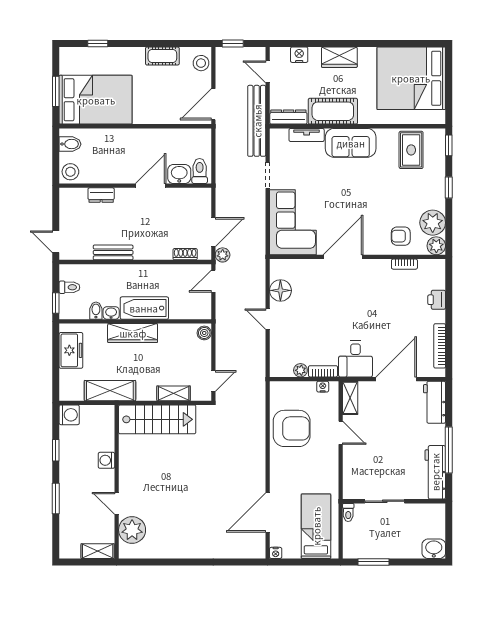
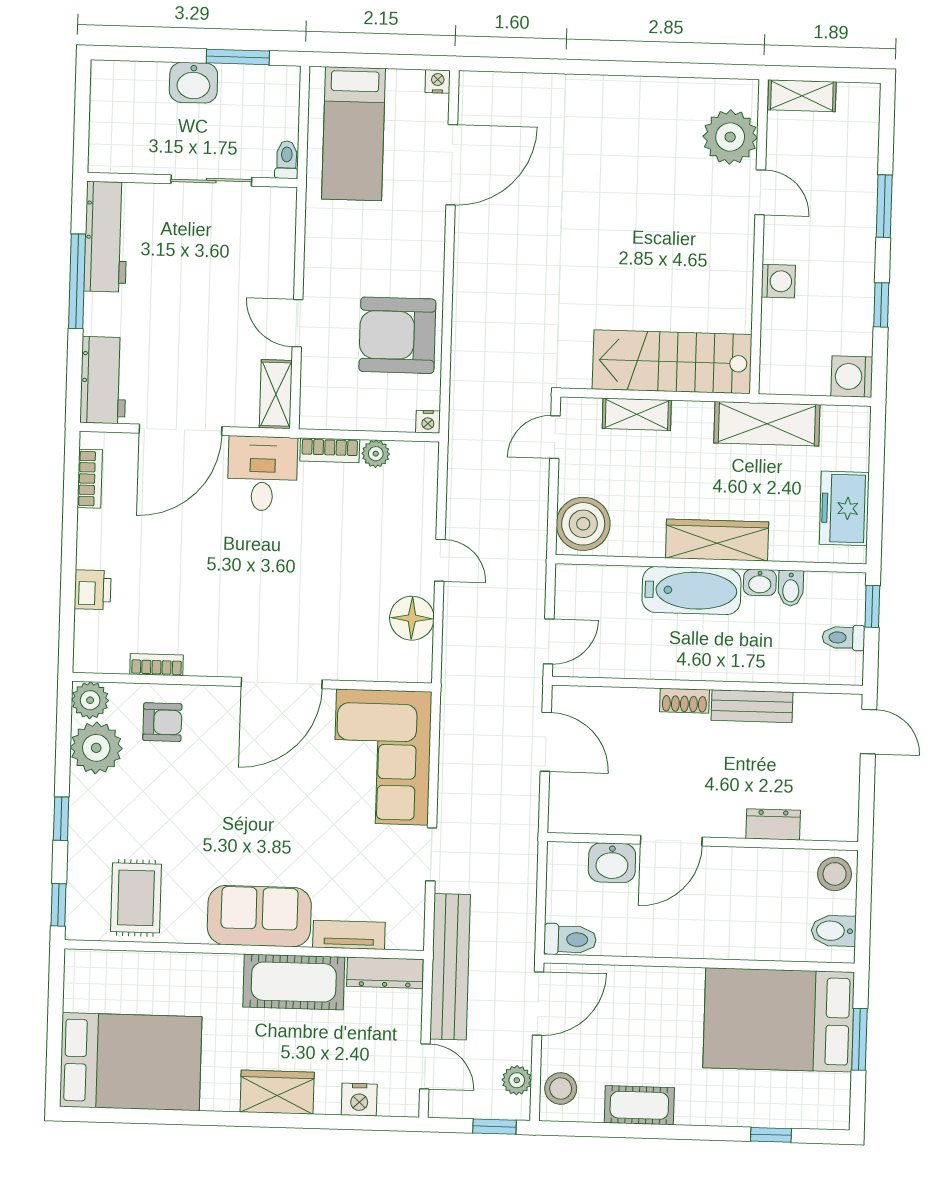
bed: (411, 78) -> (131, 1062), width x0.73
toilet: (200, 171) -> (570, 939), moved, turned -90
door: (213, 232) -> (546, 742), swing flipped
shoe rack: (185, 254) -> (684, 701), moved
plant: (223, 255) -> (517, 1080), moved
boiler: (204, 333) -> (583, 524), width x1.86, depth x1.86
bookcase: (440, 346) -> (90, 479), width x0.64
nightstand: (323, 387) -> (428, 422), moved
washbasin: (434, 549) -> (193, 83), moved

